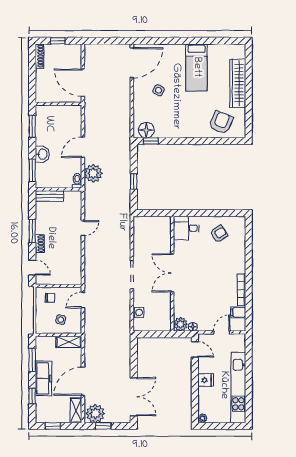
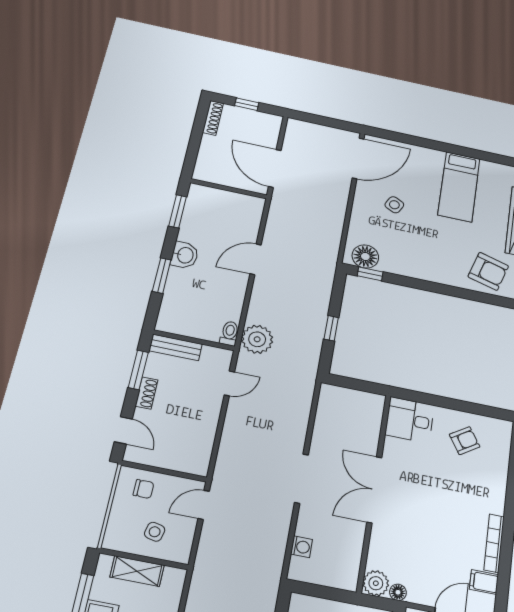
armchair: (221, 123) -> (488, 271), turned 84
plant: (93, 173) -> (257, 339), moved
toilet: (77, 181) -> (229, 333), moved
wall: (59, 189) -> (194, 340), moved
bench: (49, 196) -> (176, 347), moved
shelving: (69, 342) -> (137, 571), moved

